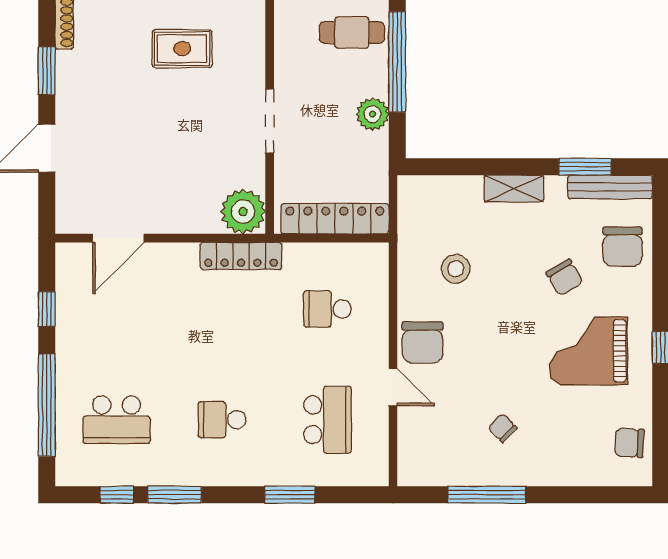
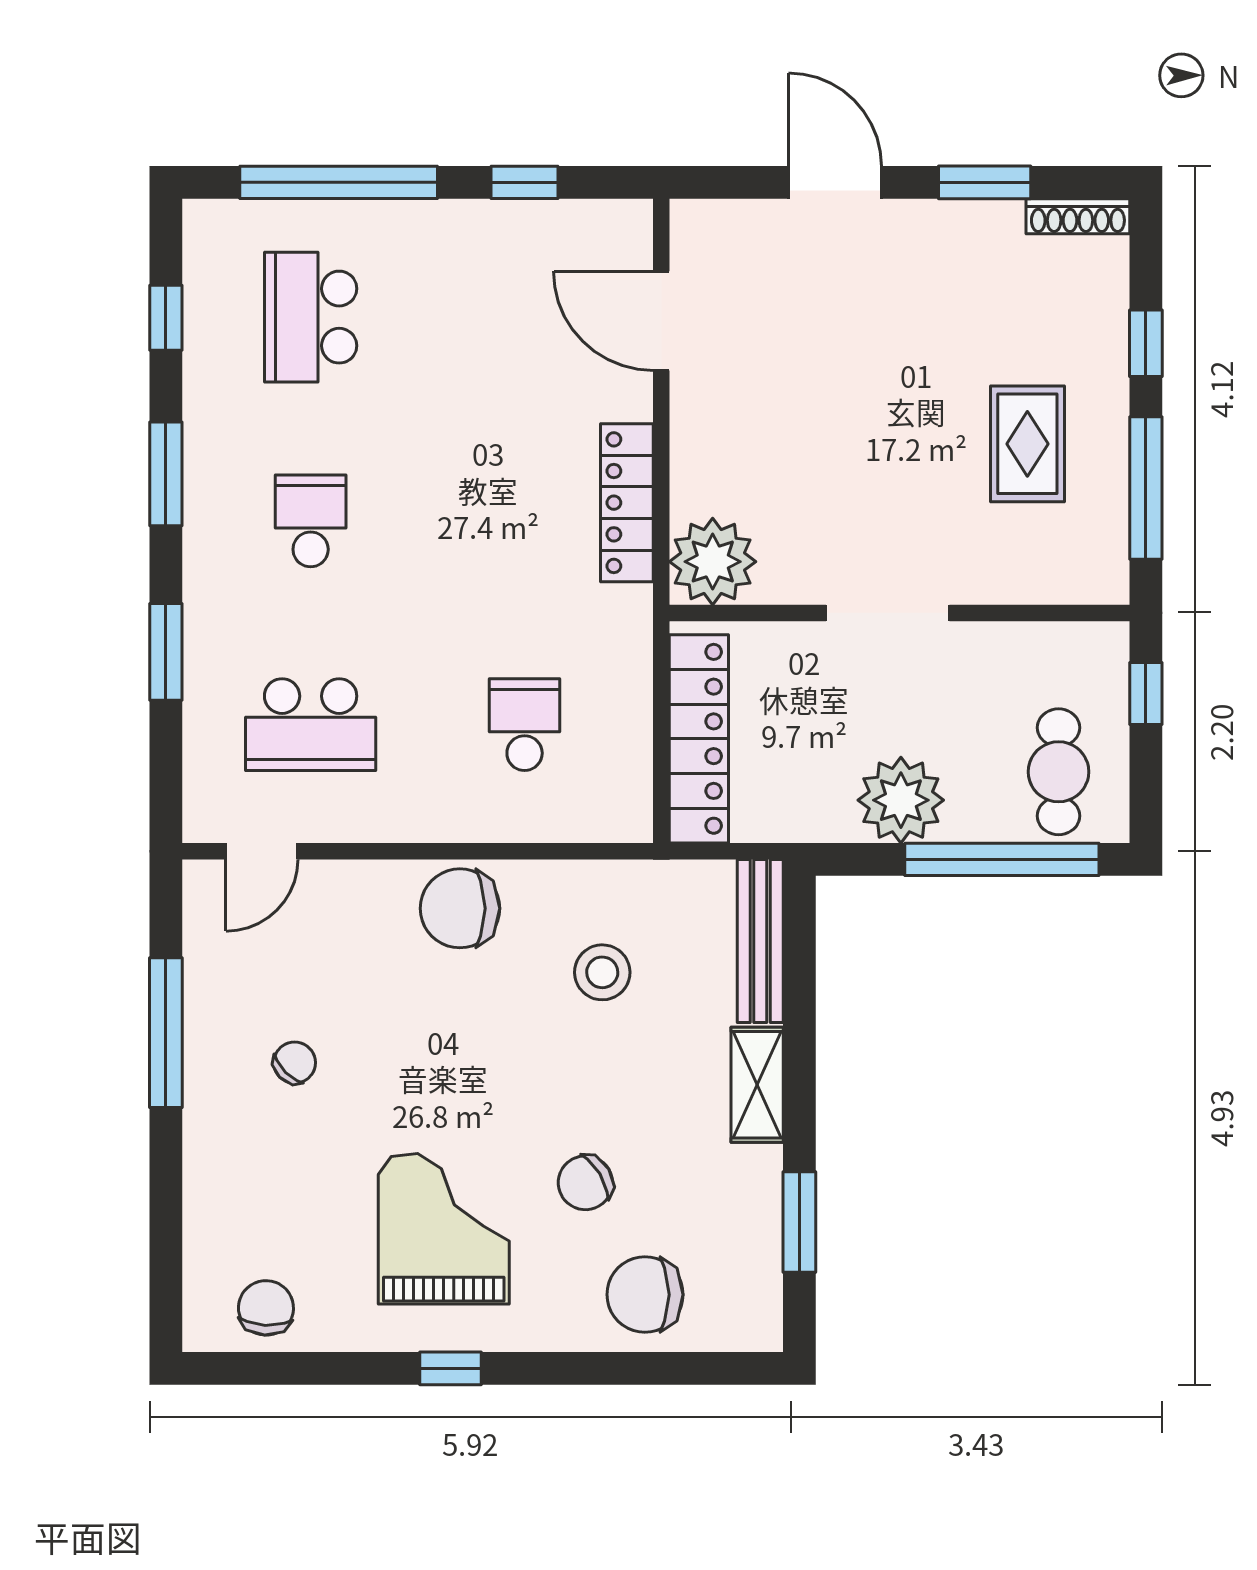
plant: (372, 114) -> (901, 800), width x1.36, depth x1.36
bench: (610, 187) -> (760, 941), moved
locker: (241, 256) -> (627, 503), moved
door: (393, 387) -> (262, 851), moved
window: (174, 495) -> (166, 474), moved

